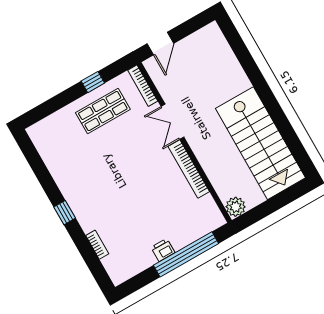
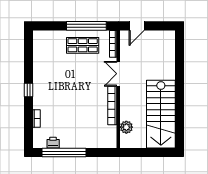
window: (93, 82) -> (86, 26), width x3.17
plant: (236, 207) -> (126, 127), moved
printer: (163, 250) -> (53, 143), moved
window: (186, 254) -> (64, 153), moved

